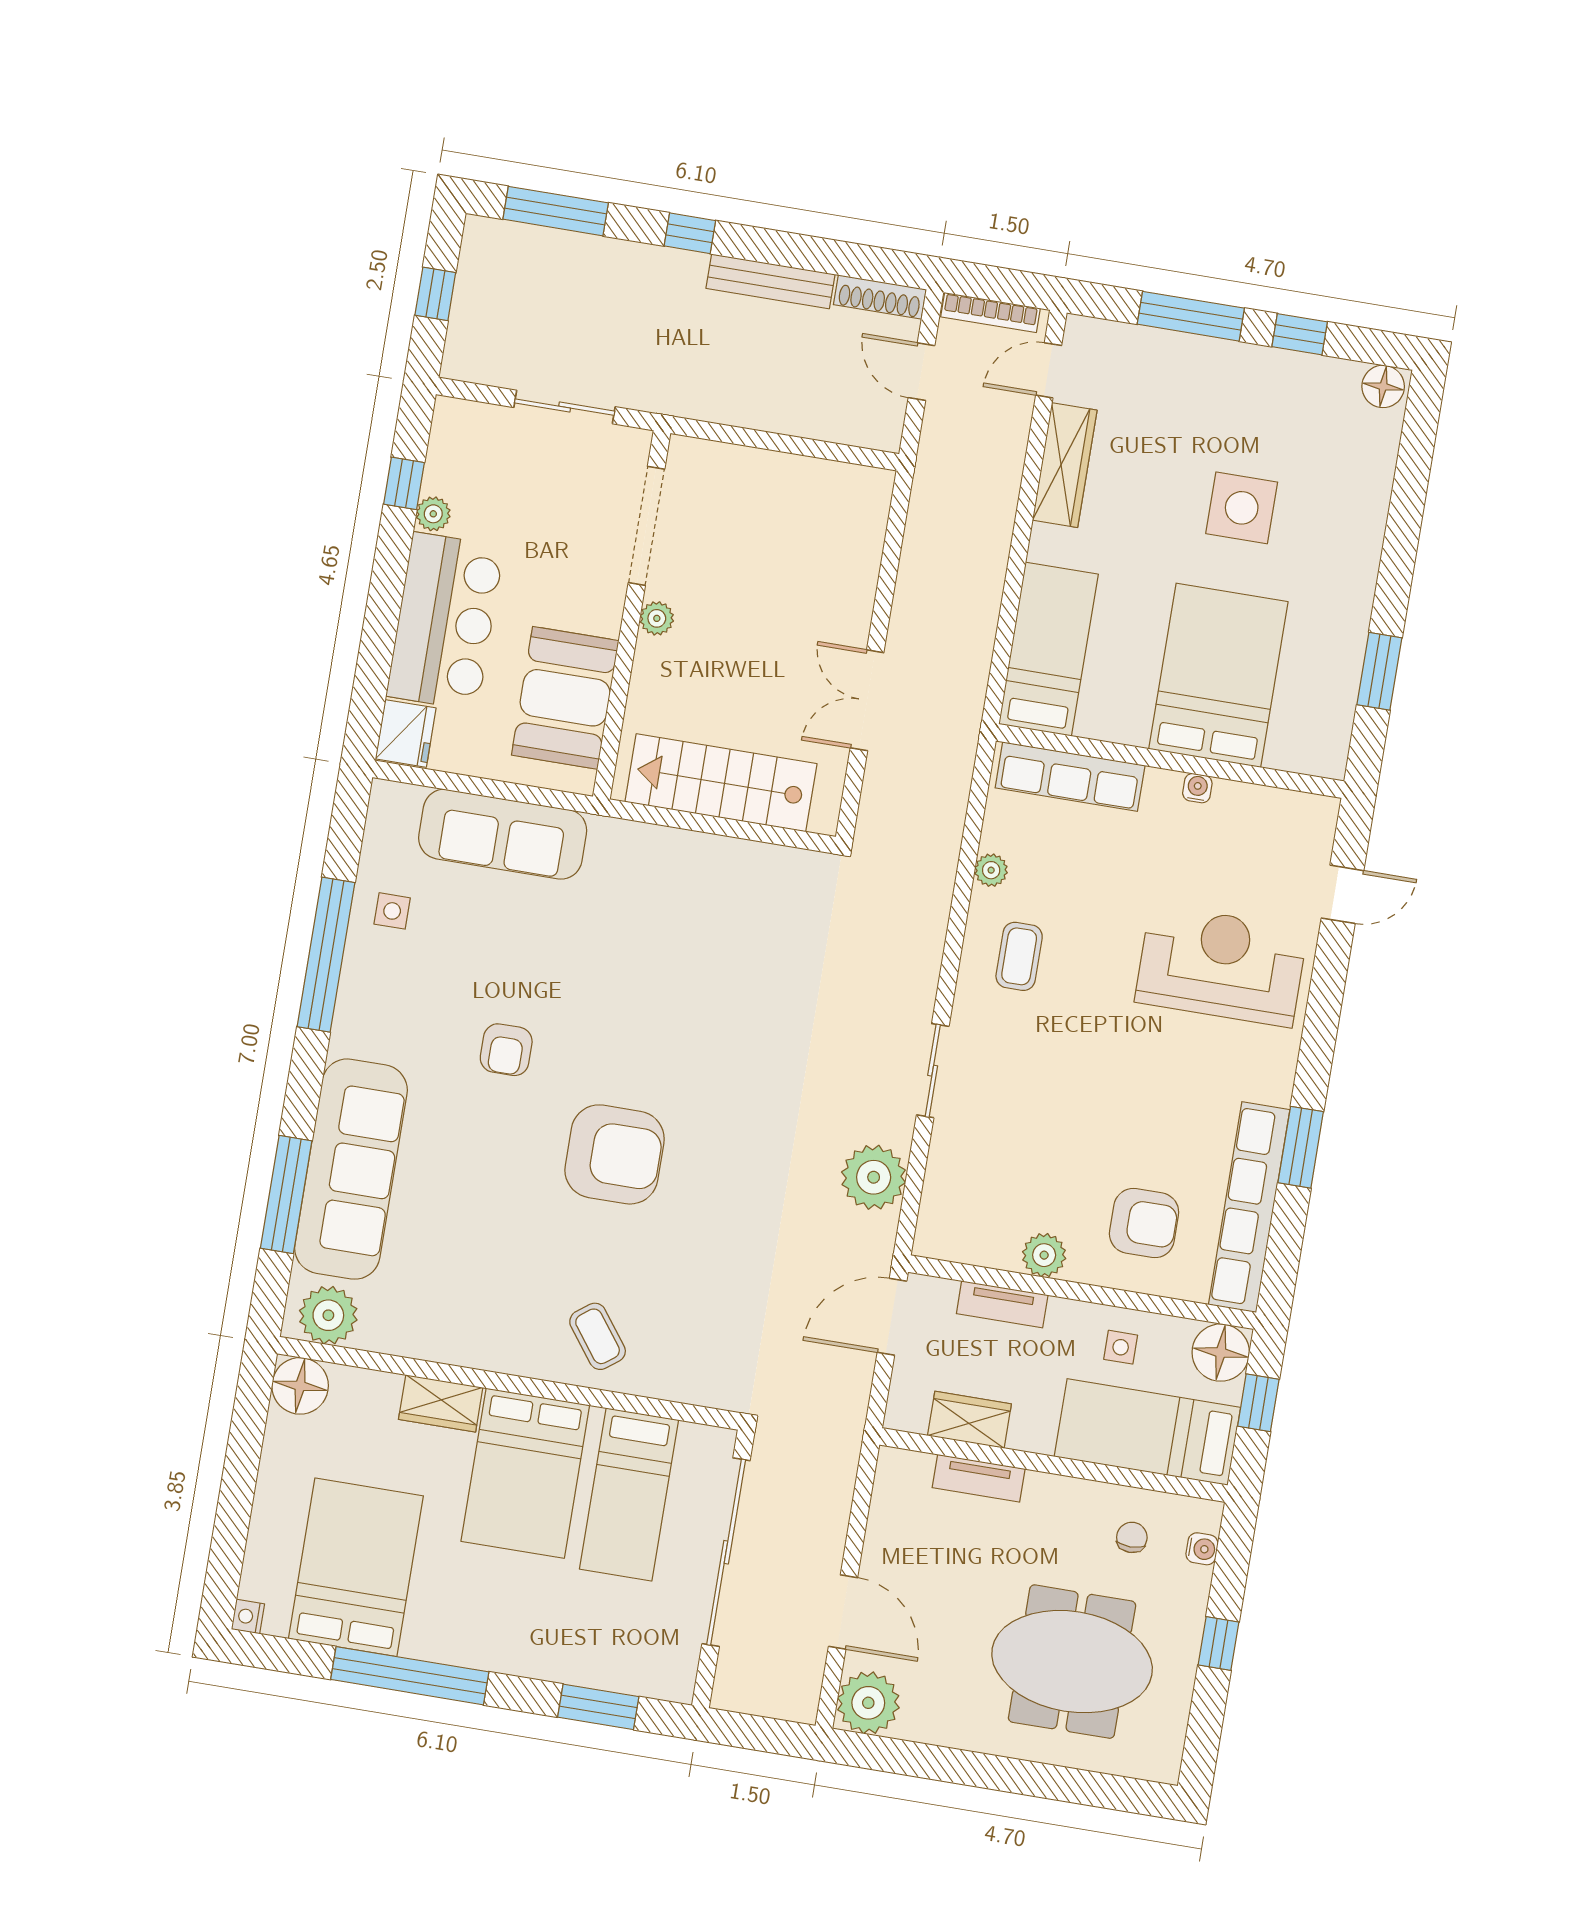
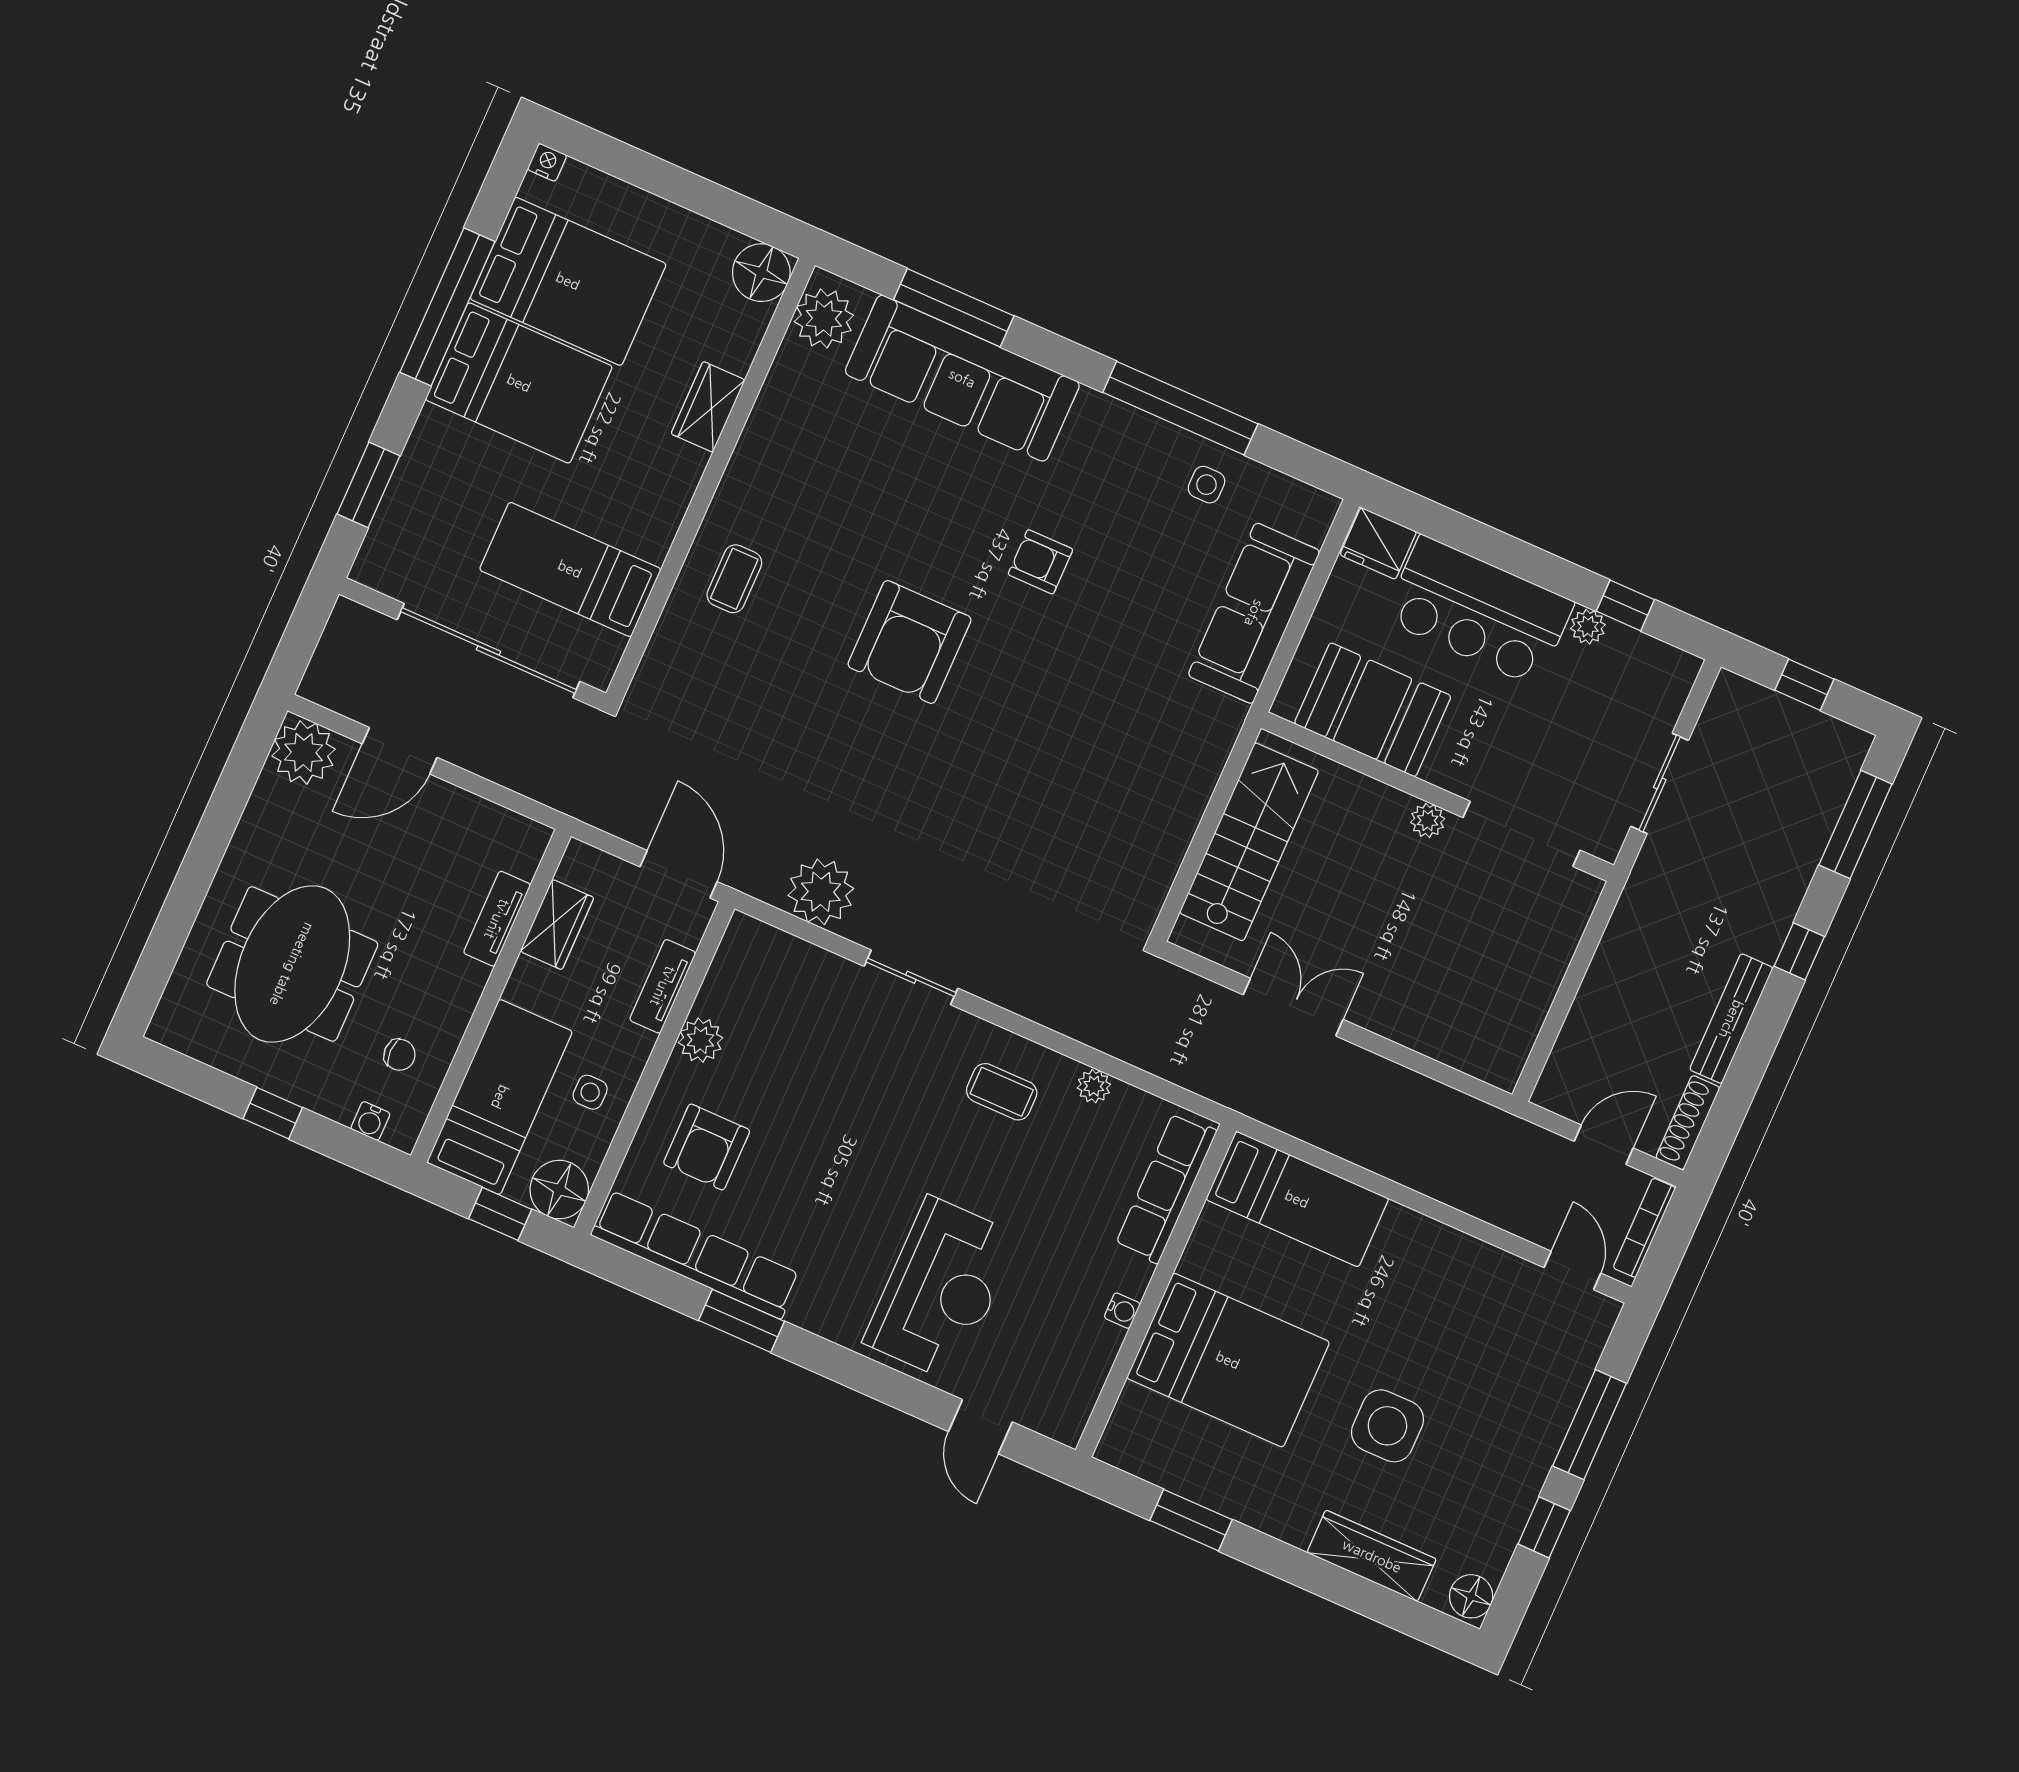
wardrobe: (1065, 465) -> (1372, 1556), moved, turned 180
coffee table: (598, 1336) -> (734, 579), turned -53
bed: (525, 1473) -> (519, 383), moved, turned 180

